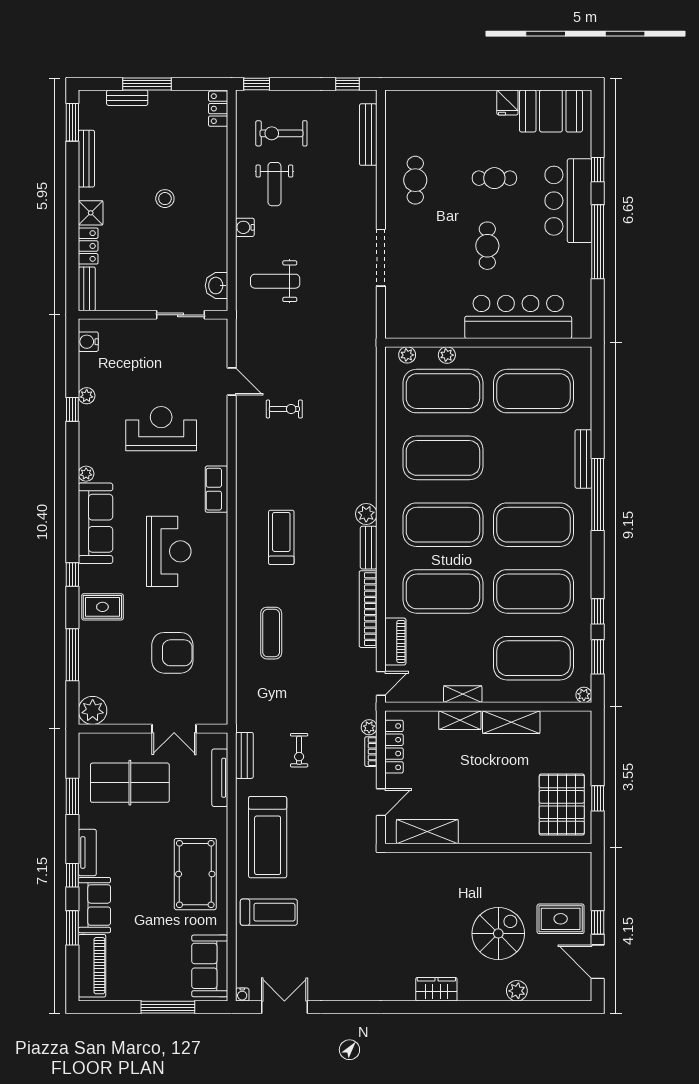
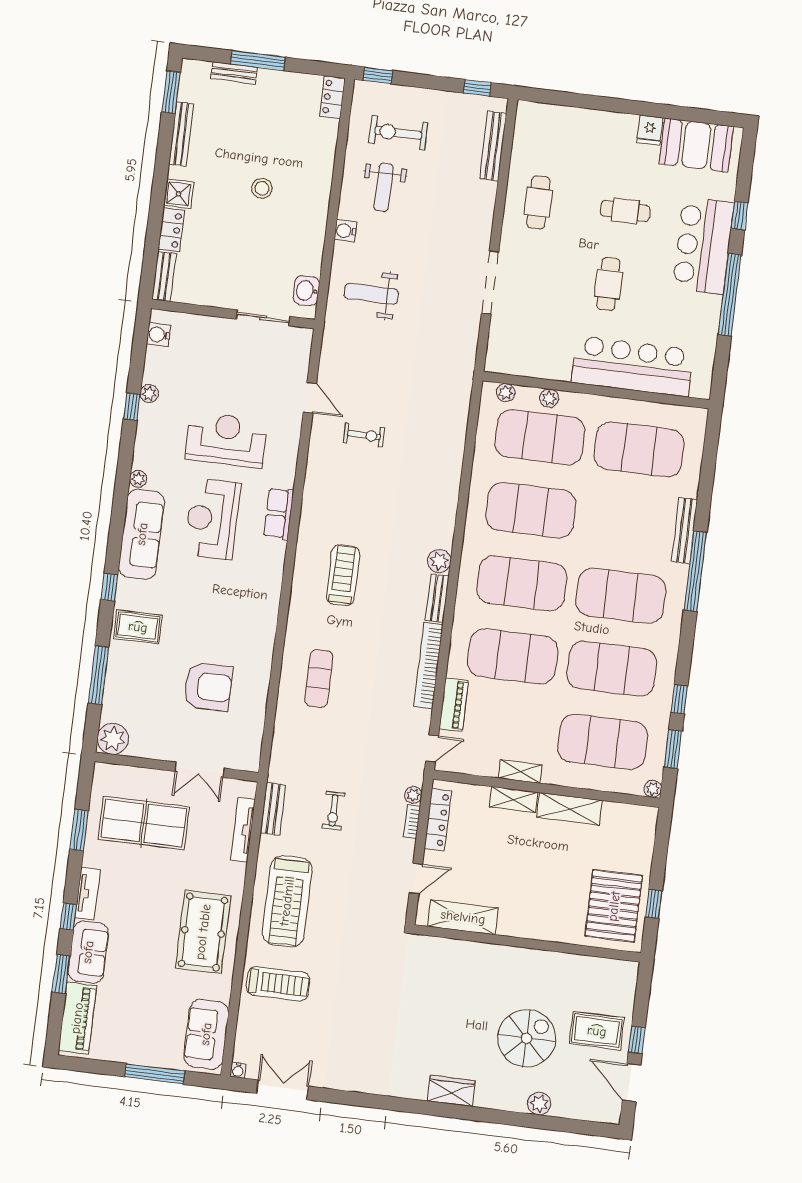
reception desk: (169, 551) -> (212, 519), moved, turned 180

